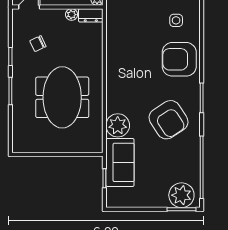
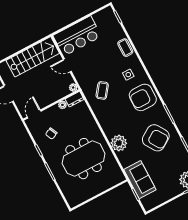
coffee table: (132, 23) -> (102, 90), added
meeting table: (62, 97) -> (84, 159), turned 90
plant: (118, 125) -> (119, 143), moved

